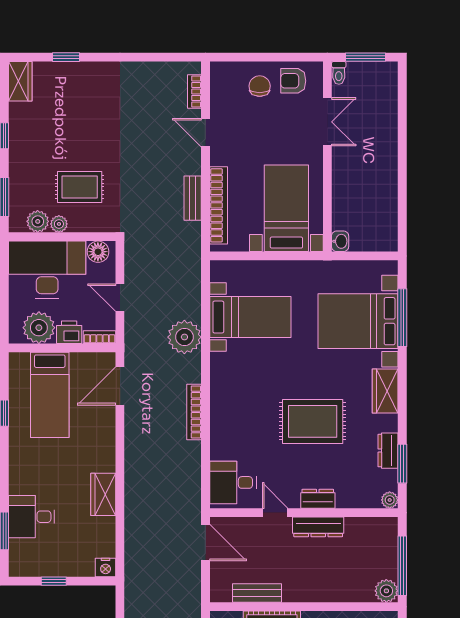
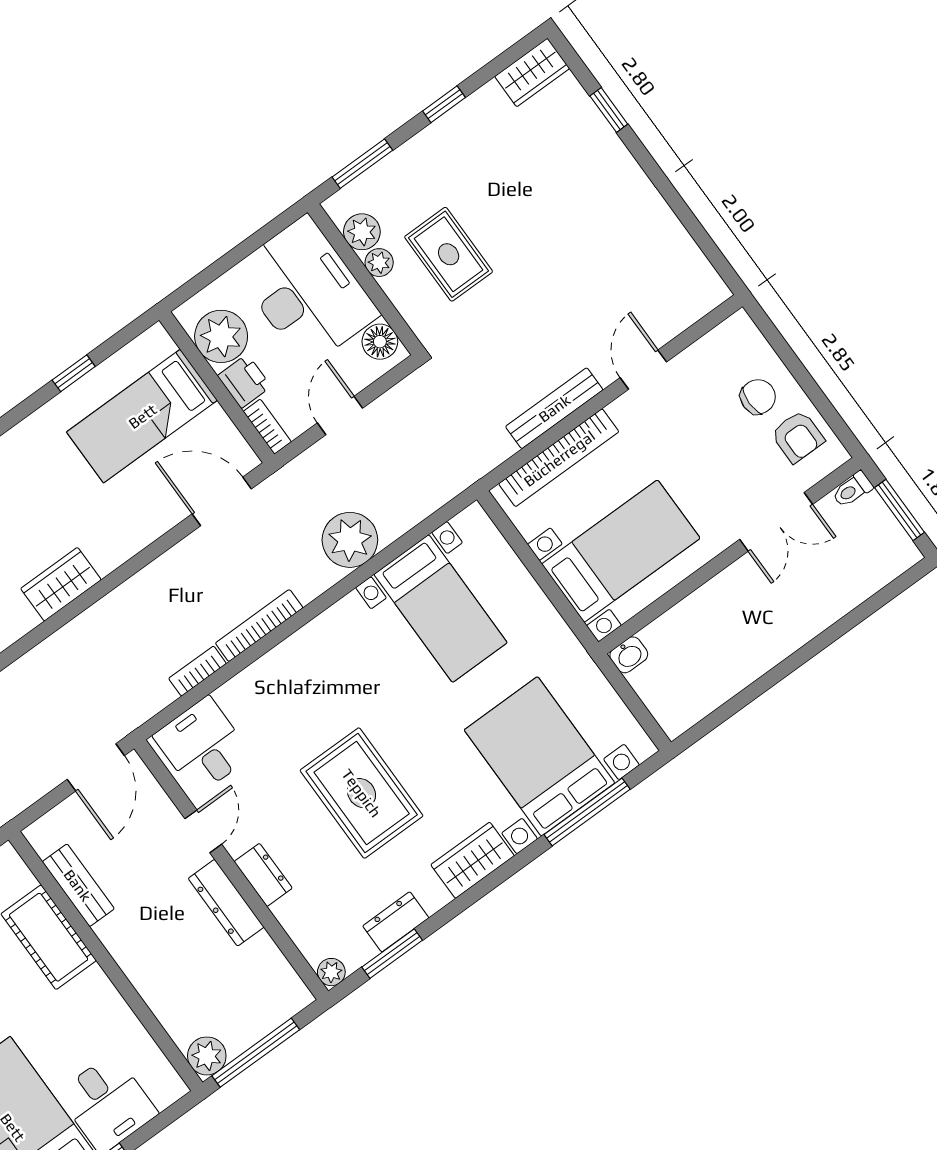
armchair: (293, 81) -> (798, 437), turned 180
bookcase: (194, 91) -> (197, 671), moved
bench: (193, 198) -> (554, 408), width x1.36

